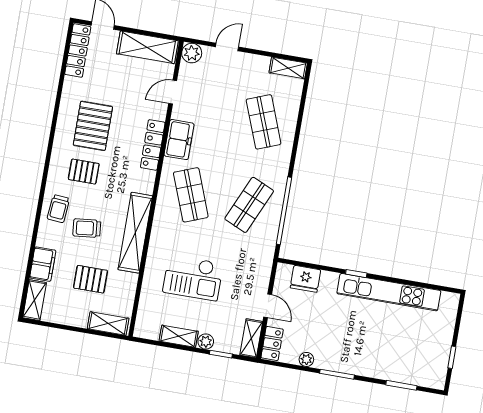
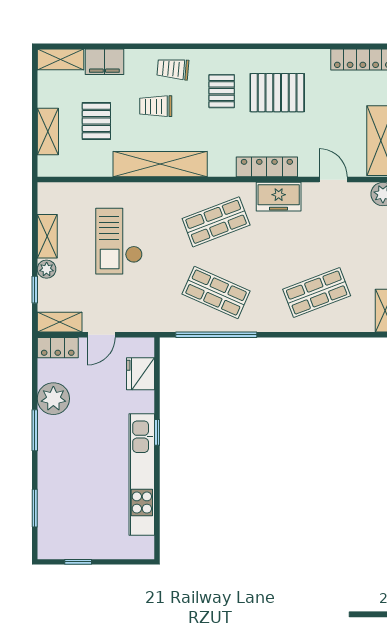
trolley: (87, 228) -> (156, 106), turned -84
shelving: (108, 323) -> (48, 132), moved
plant: (306, 359) -> (53, 399), width x1.88, depth x1.88

